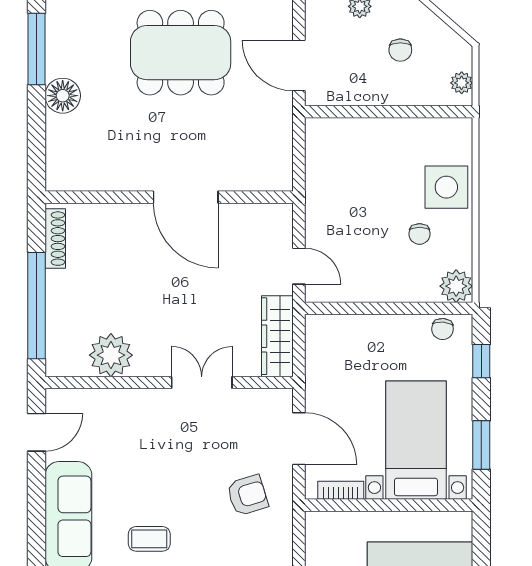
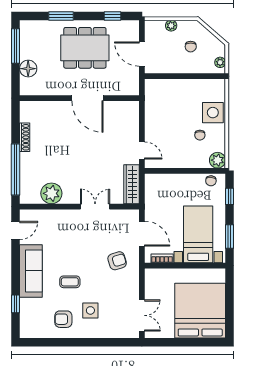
wall: (169, 197) -> (79, 98), moved
door: (186, 197) -> (87, 98), moved

